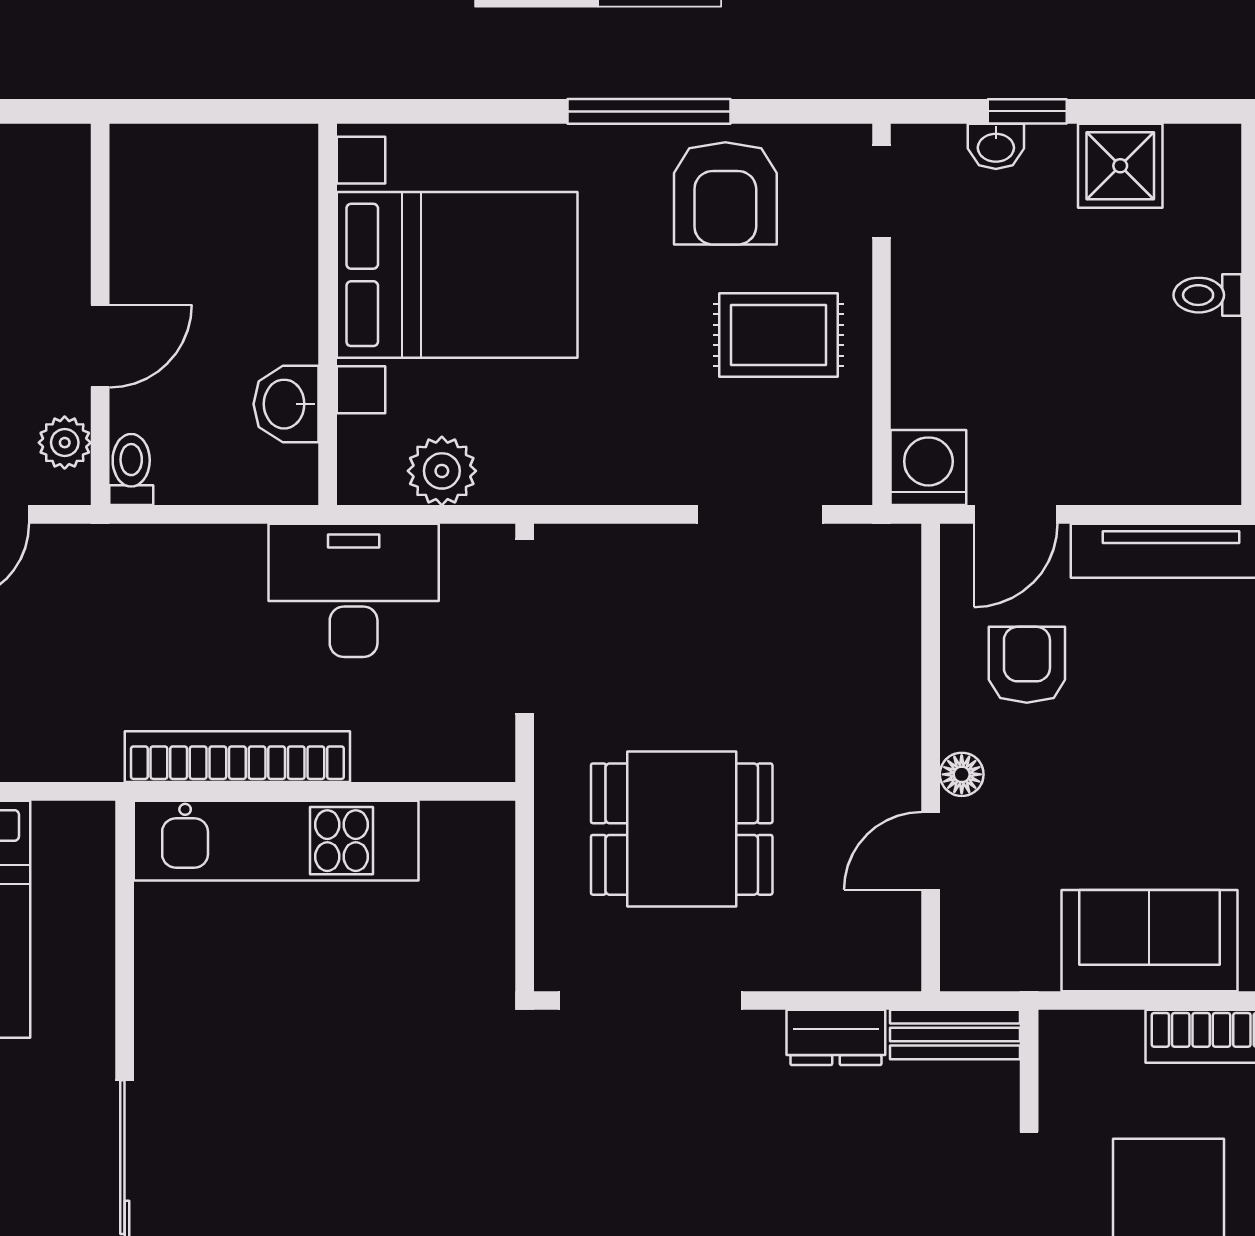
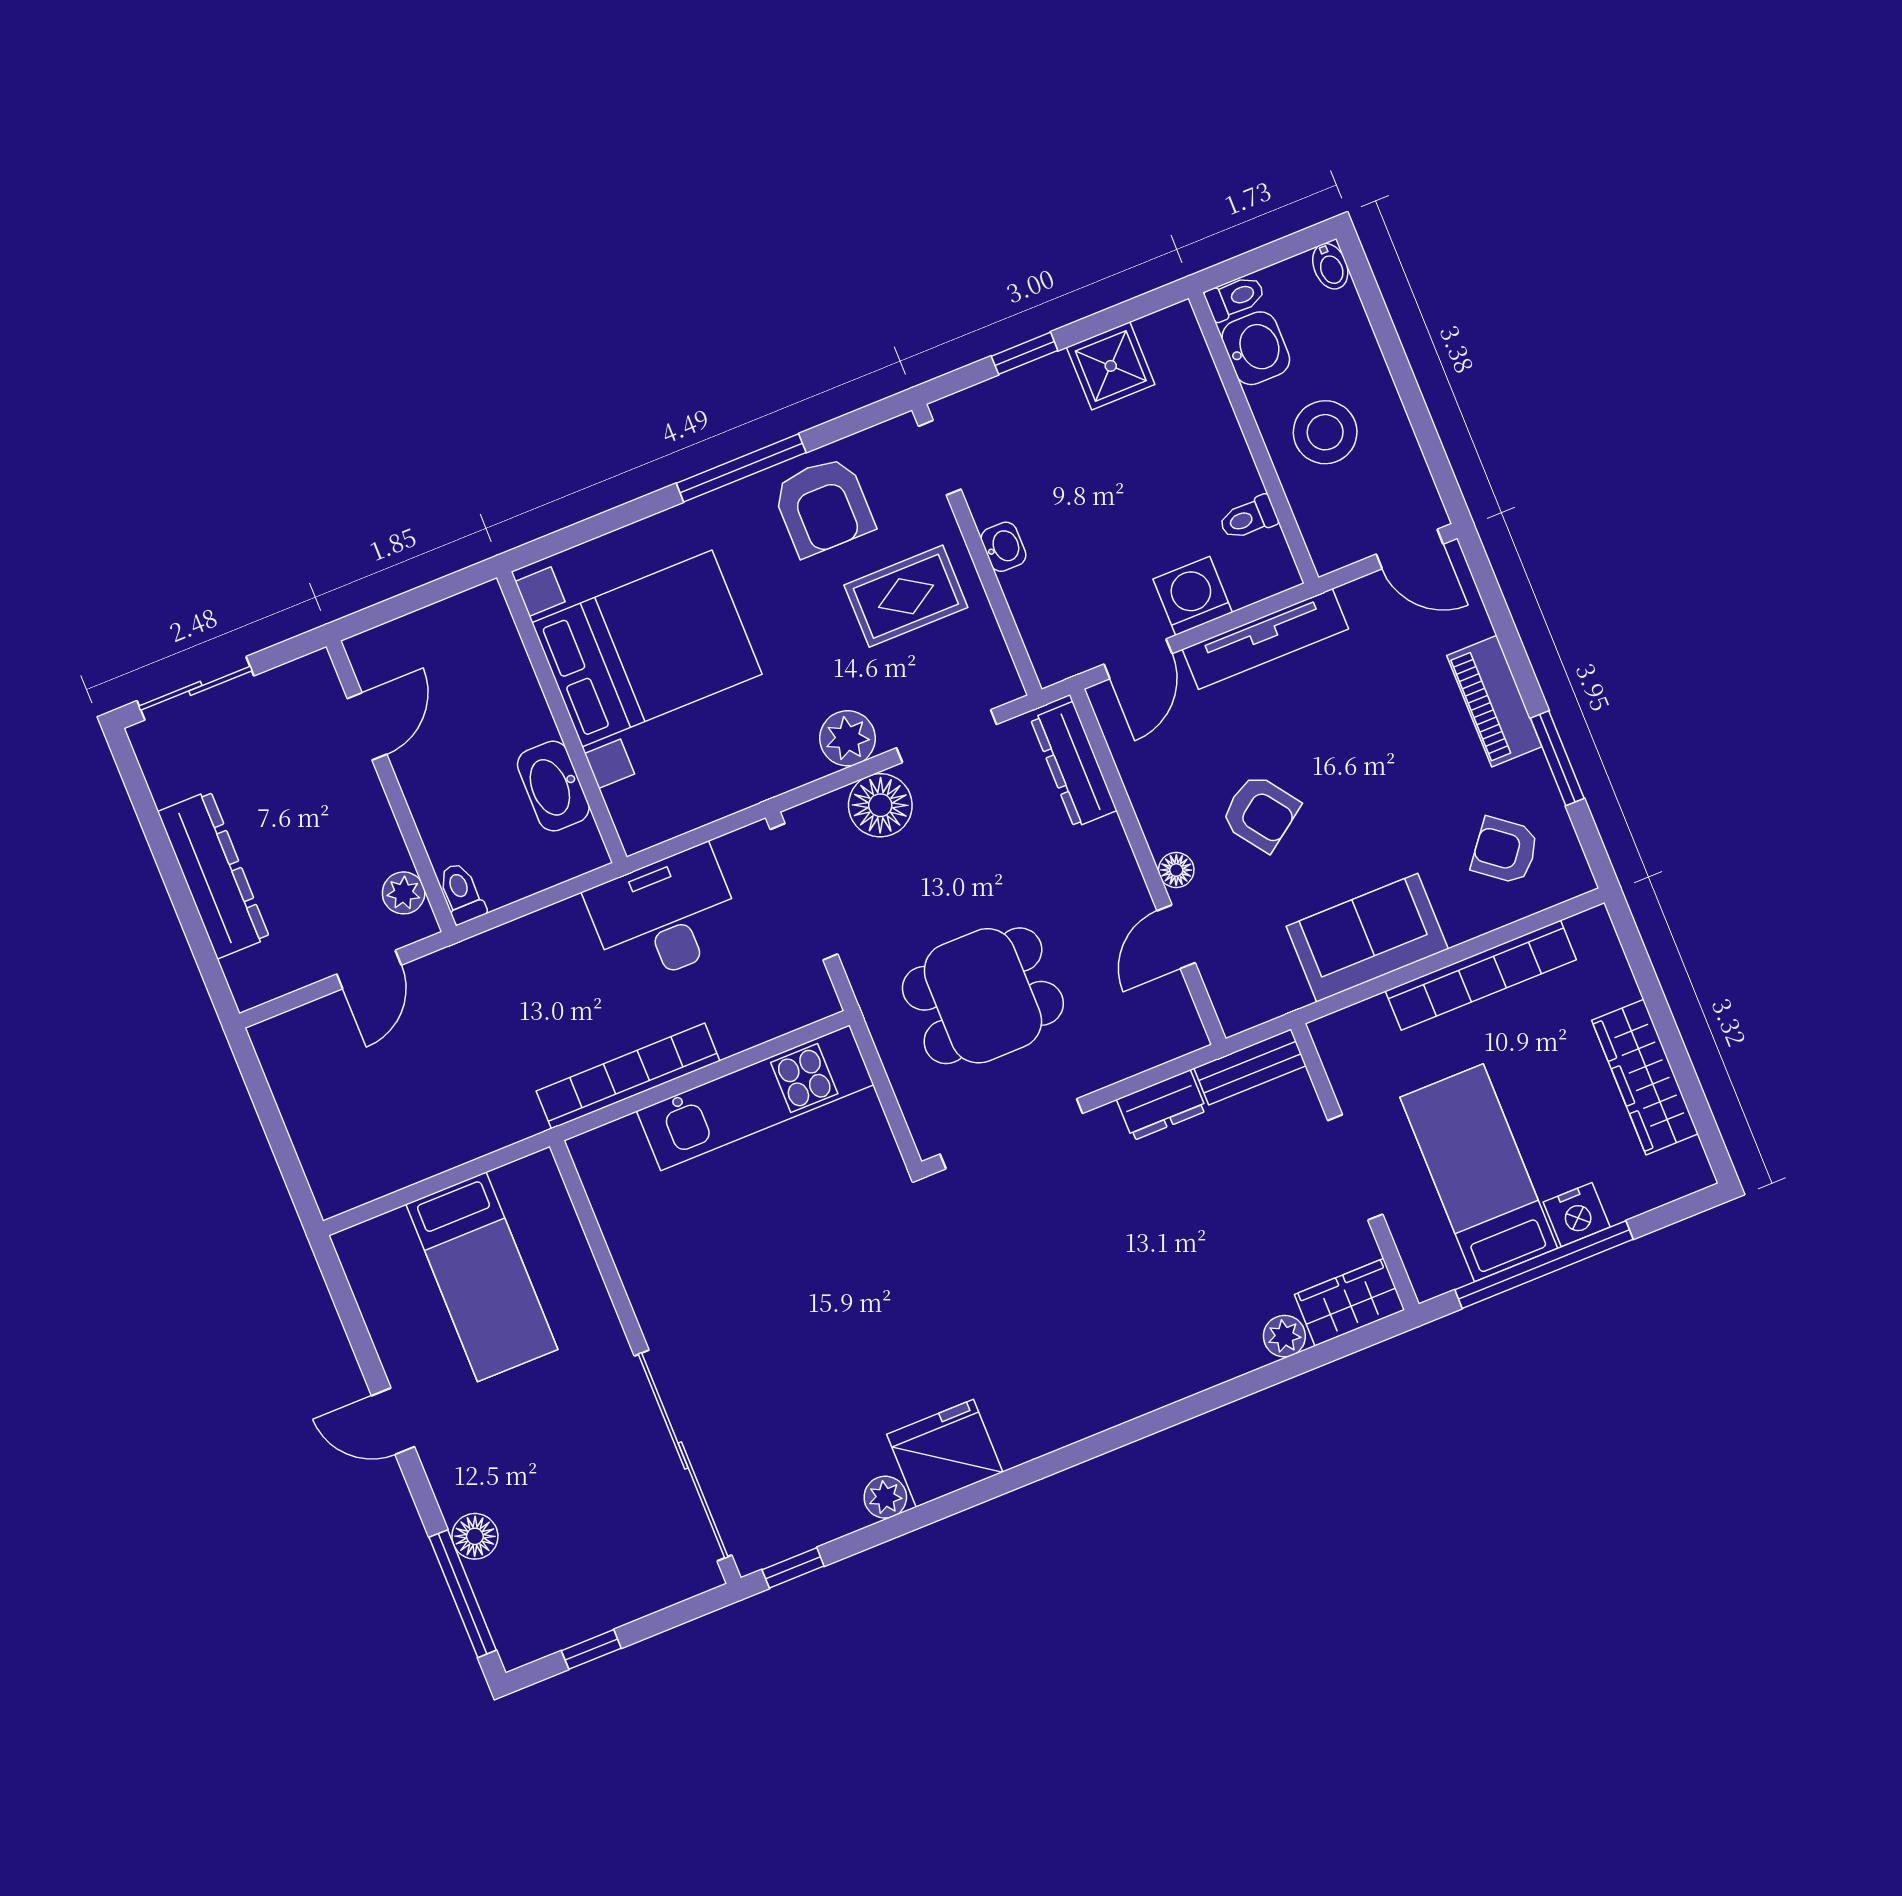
washbasin: (996, 146) -> (1004, 547), moved, turned -90
toilet: (1208, 295) -> (1248, 518), moved
door: (100, 346) -> (367, 726), moved
washbasin: (286, 404) -> (553, 786), width x1.38
washing machine: (928, 467) -> (1193, 596), moved
plant: (442, 471) -> (848, 738), moved
floor lamp: (652, 563) -> (880, 805), added
dresser: (893, 606) -> (1074, 764), added
armchair: (1027, 665) -> (1260, 813), moved, turned 144
kitchen unit: (276, 841) -> (755, 1098), moved

